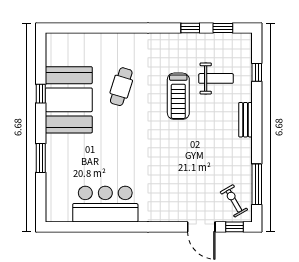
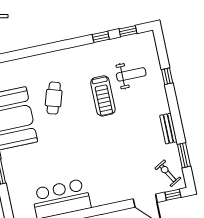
window: (257, 72) -> (167, 76), moved
bench: (245, 120) -> (168, 129), moved
window: (257, 184) -> (184, 155), width x0.69

